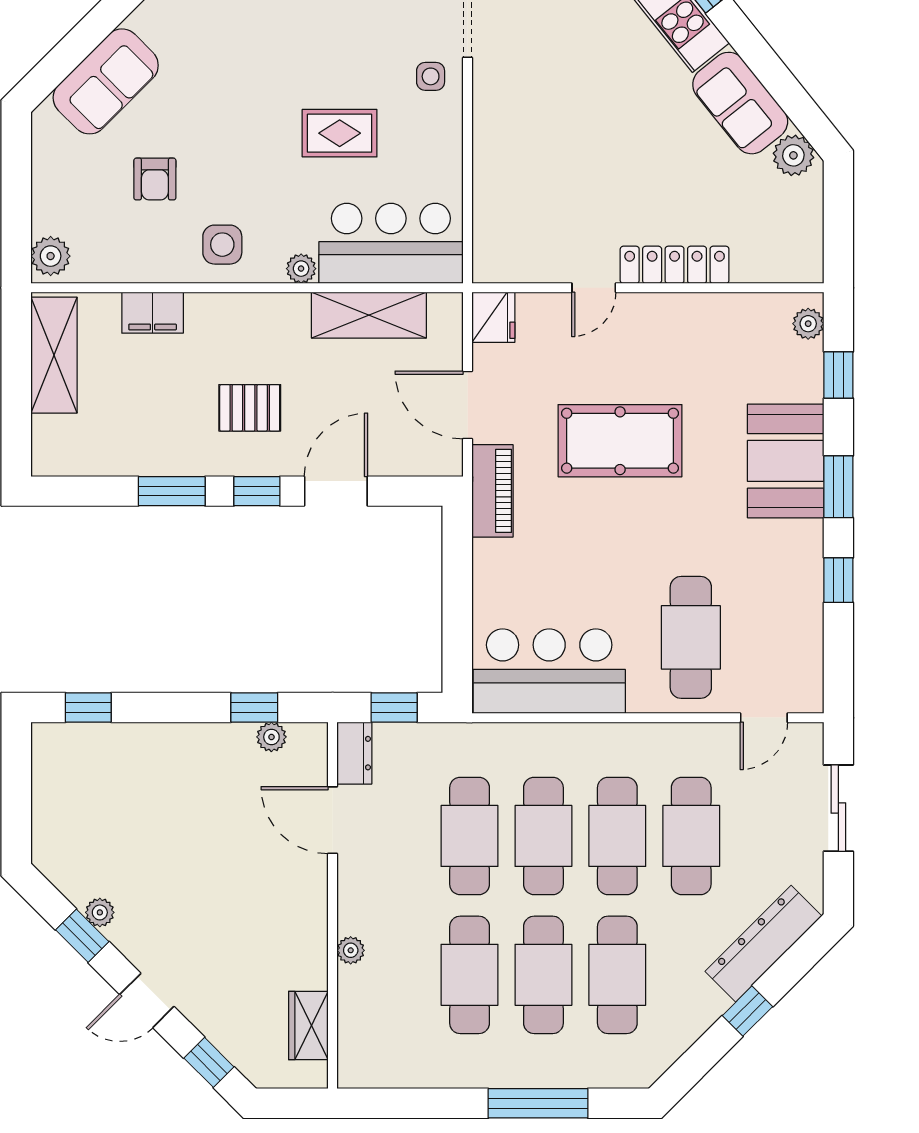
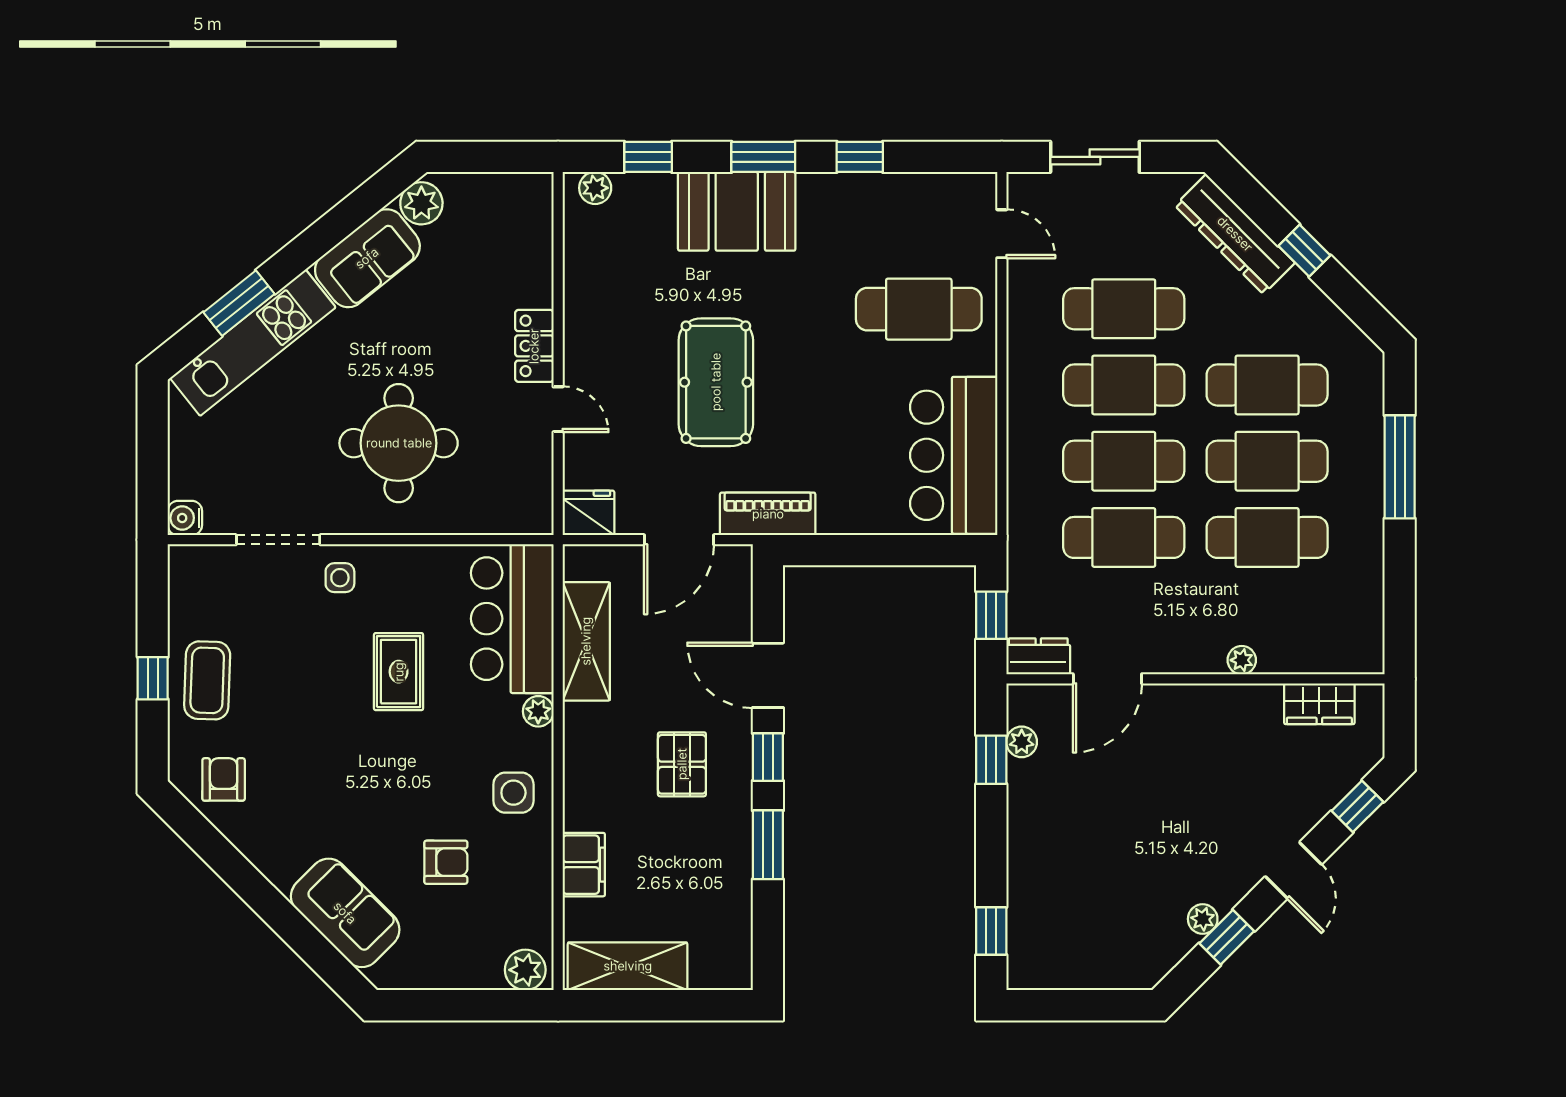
round table: (561, 133) -> (399, 443), added
locker: (675, 265) -> (534, 346), width x0.66

